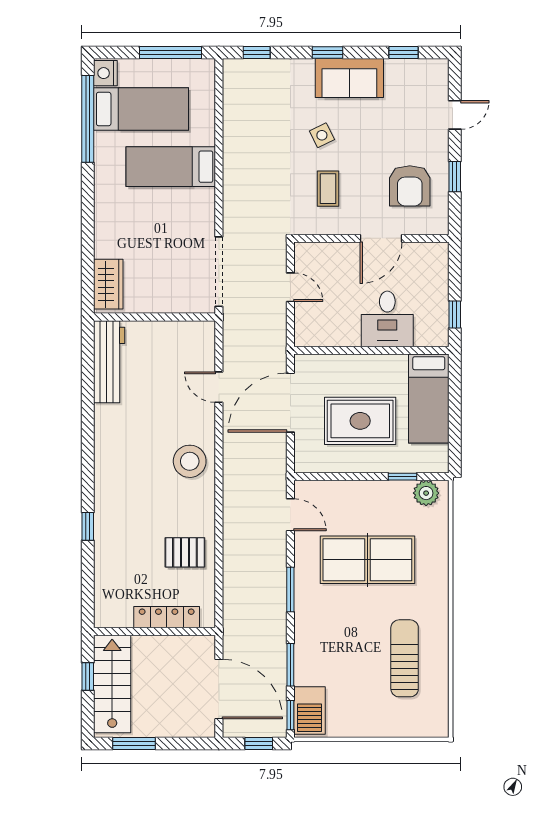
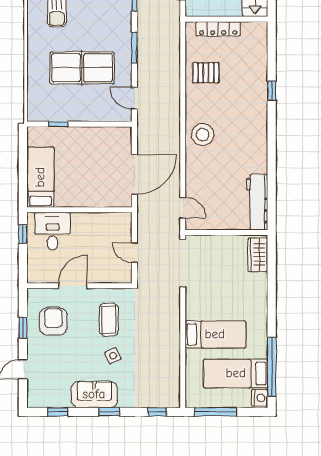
coffee table: (328, 189) -> (109, 319), width x1.36, depth x1.30
desk: (387, 319) -> (52, 231), moved
door: (219, 387) -> (183, 208), moved
rug: (360, 421) -> (87, 162), removed
plant: (426, 493) -> (42, 113), removed

